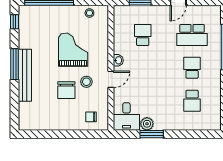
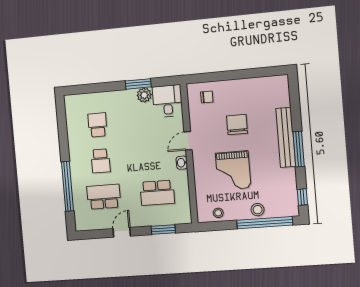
school desk: (143, 35) -> (157, 193), width x1.85
stool: (86, 82) -> (258, 210), moved

